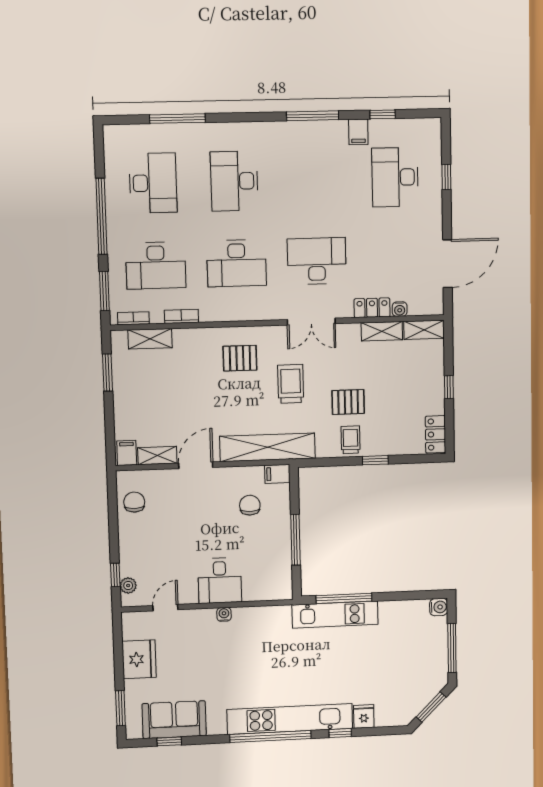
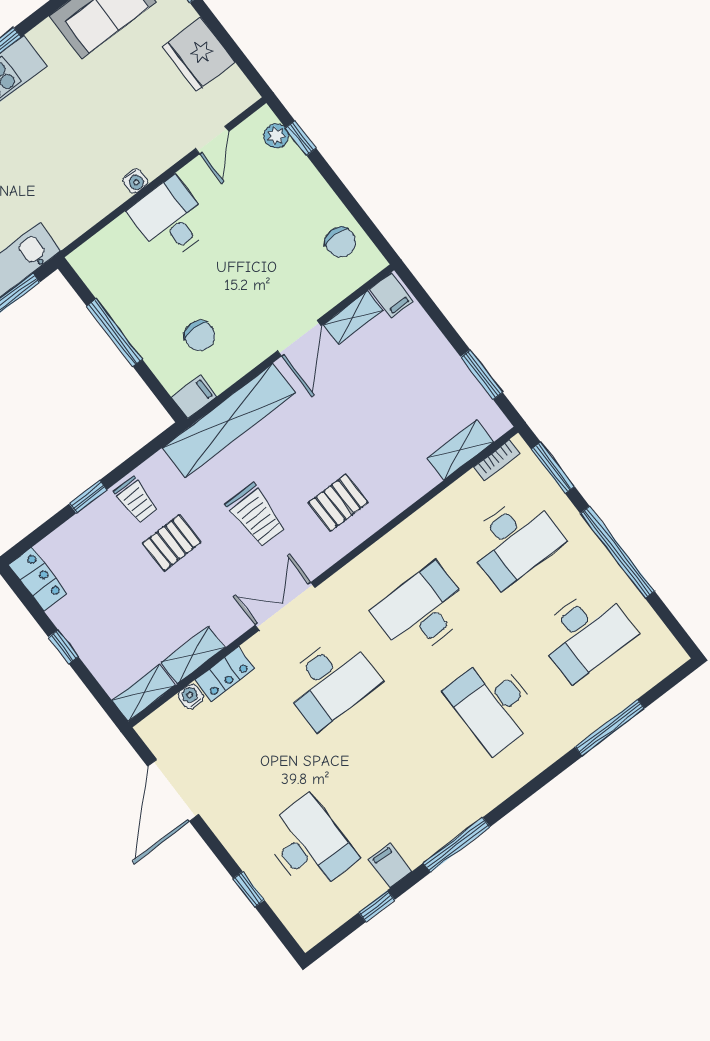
desk: (234, 181) -> (493, 704), turned 180
desk: (153, 183) -> (585, 634), turned -90
desk: (156, 265) -> (514, 541), turned 180
bookcase: (181, 316) -> (442, 503), removed

